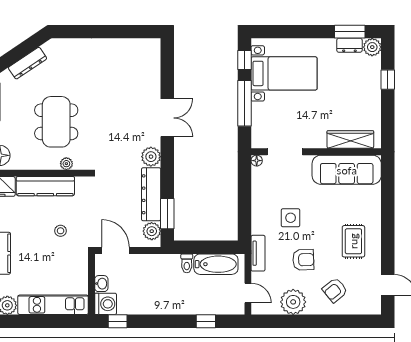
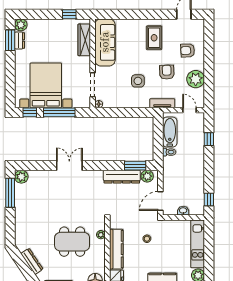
window: (127, 32) -> (10, 193), added
bed with nightstands: (284, 73) -> (46, 85), width x1.36
window: (388, 80) -> (69, 14), moved
plant: (151, 157) -> (21, 177), moved
rug: (353, 241) -> (154, 38), turned 90
armchair: (335, 290) -> (188, 50), turned 126
door: (248, 293) -> (190, 110), hinge flipped
washing machine: (106, 304) -> (197, 208), removed

